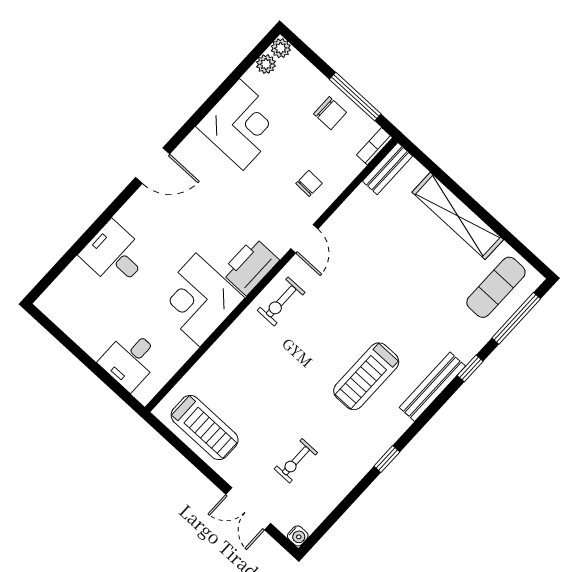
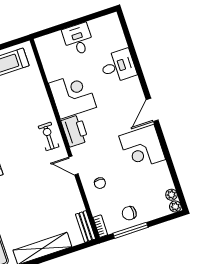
corner desk: (241, 125) -> (142, 148), moved
desk: (130, 360) -> (78, 39), moved

